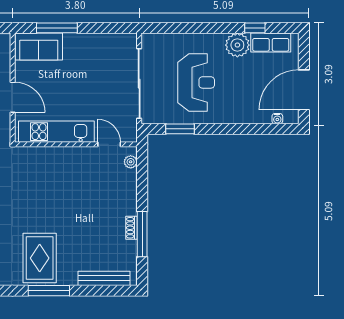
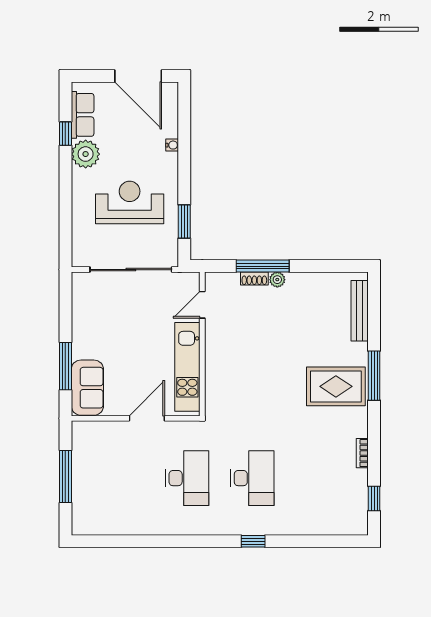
water cooler: (277, 119) -> (172, 145), moved
plant: (131, 162) -> (277, 280), moved
shoe rack: (131, 228) -> (254, 279), moved
window: (142, 234) -> (263, 266), moved

